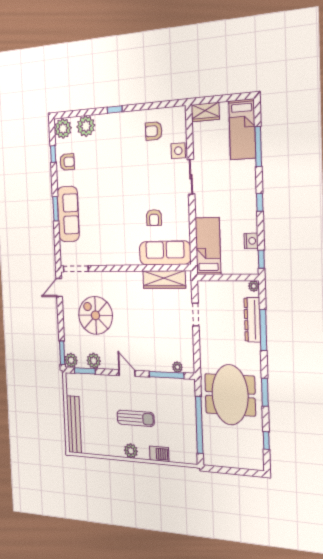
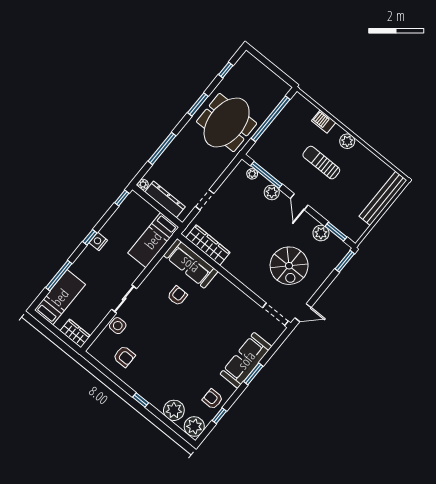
nightstand: (251, 241) -> (98, 241), moved
dresser: (252, 320) -> (165, 199), moved, turned -90
plant: (71, 360) -> (272, 192), moved

